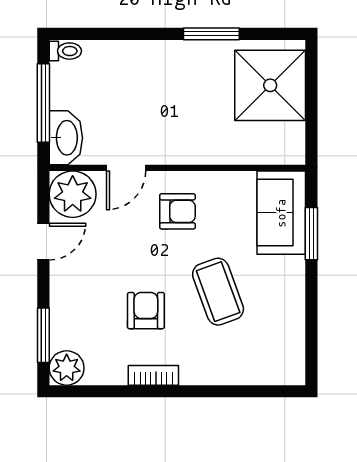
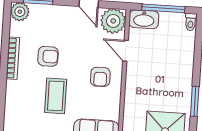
coffee table: (218, 292) -> (56, 96), turned -70
bookcase: (153, 375) -> (13, 58), width x1.56

